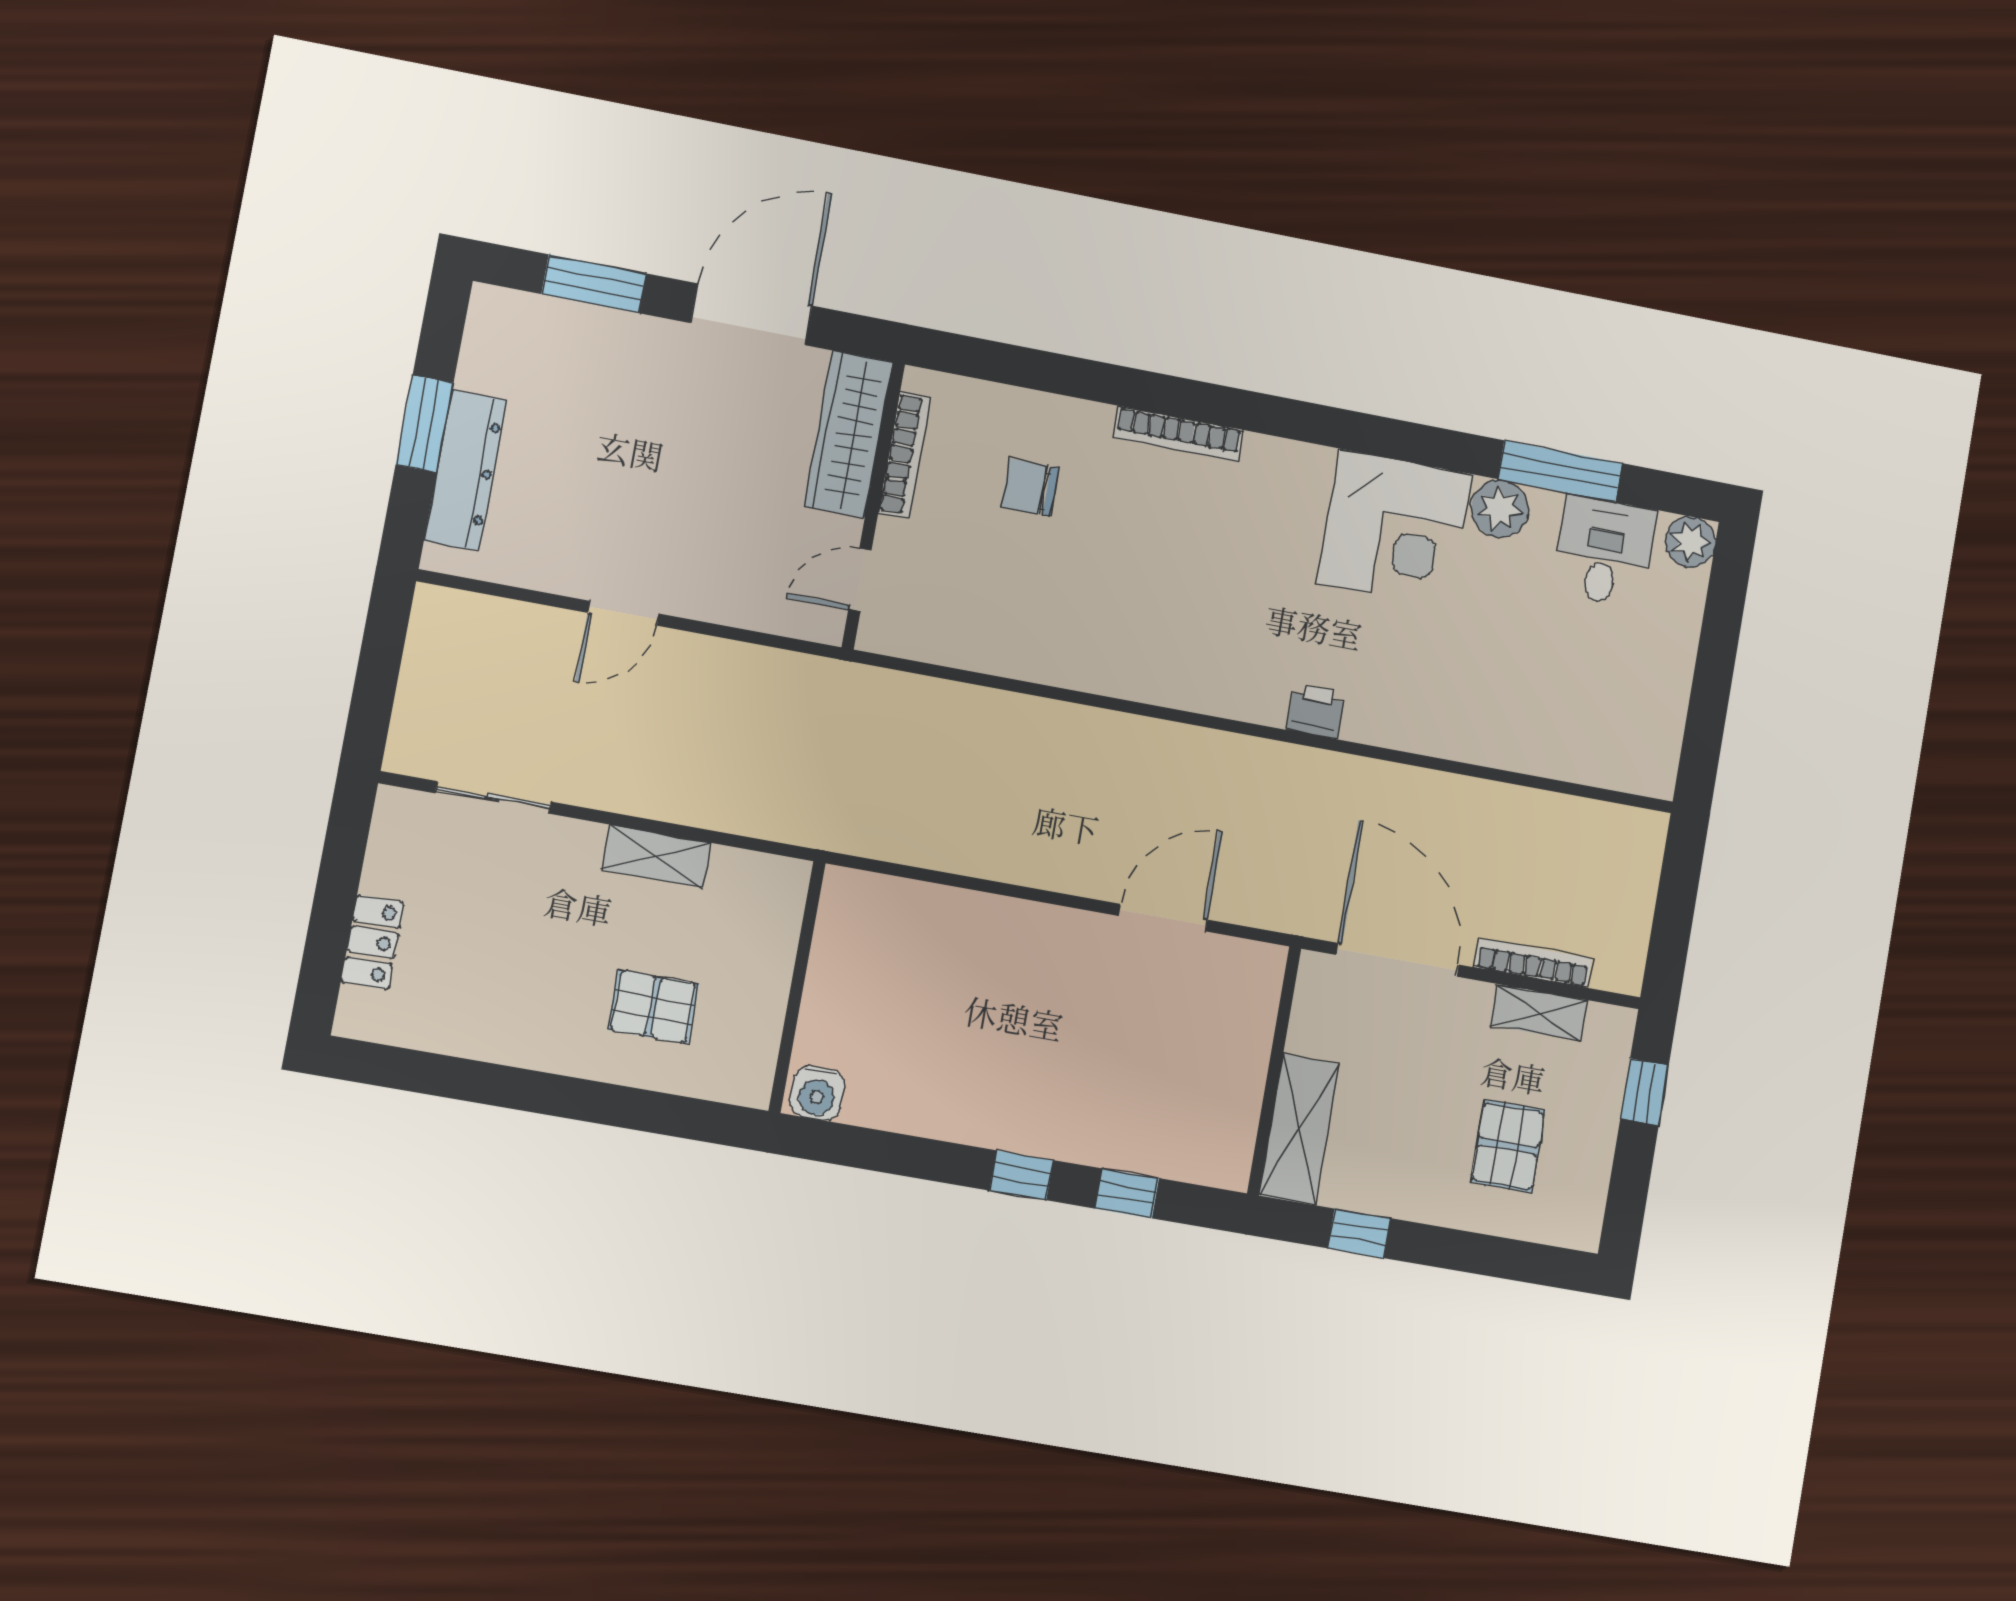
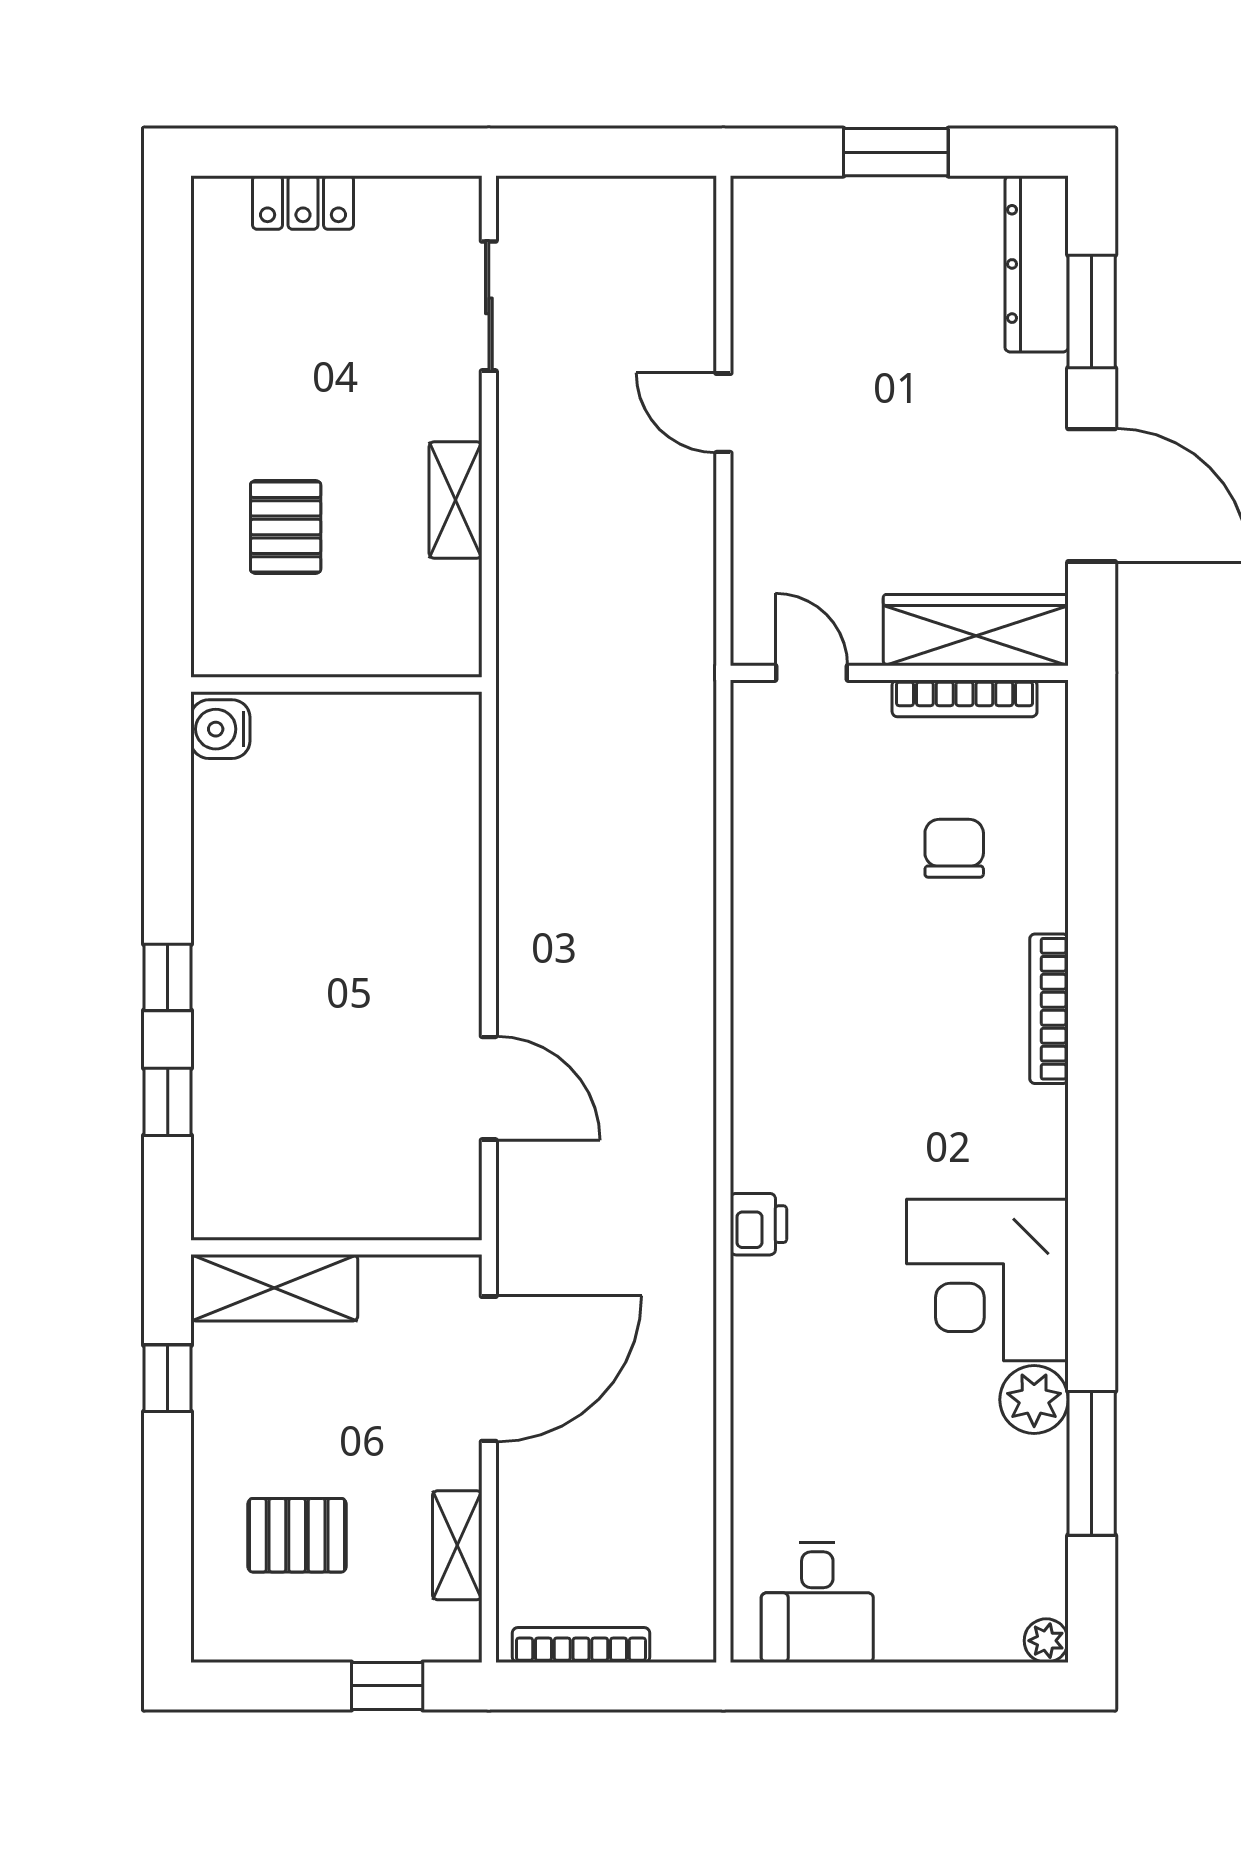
dresser: (465, 470) -> (1037, 264), moved, turned 90
plant: (1690, 542) -> (1046, 1641), width x0.73, depth x0.73
desk: (1604, 551) -> (817, 1602), moved, turned 90
bookcase: (1533, 963) -> (581, 1645), moved, turned -90

